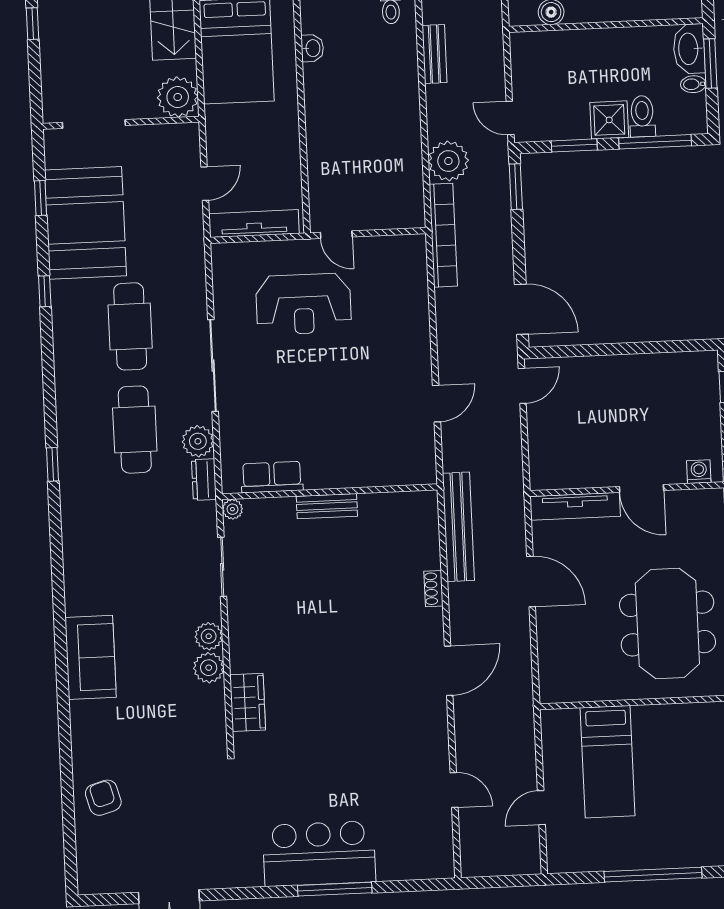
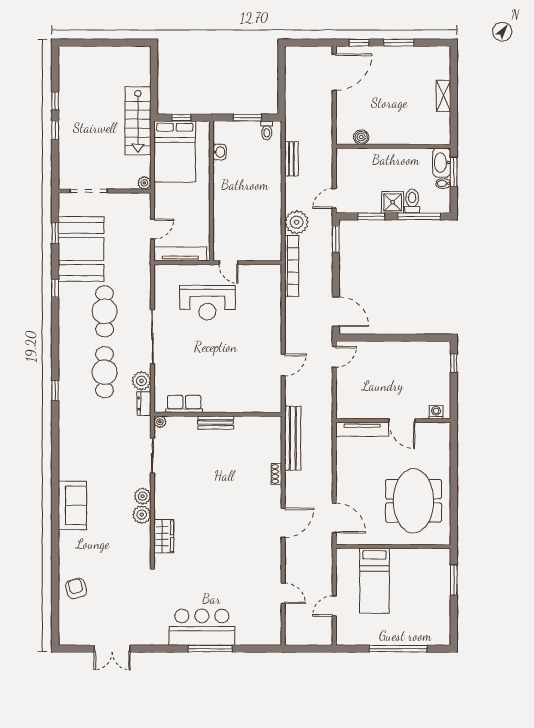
plant: (178, 97) -> (144, 183), width x0.53, depth x0.53
door: (510, 118) -> (334, 199), hinge flipped
door: (531, 581) -> (334, 518), moved

